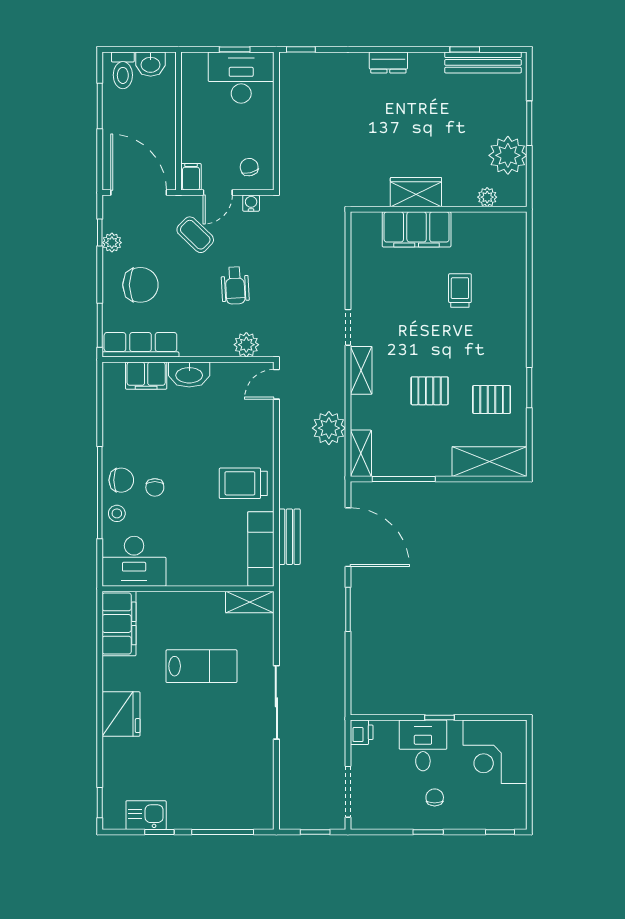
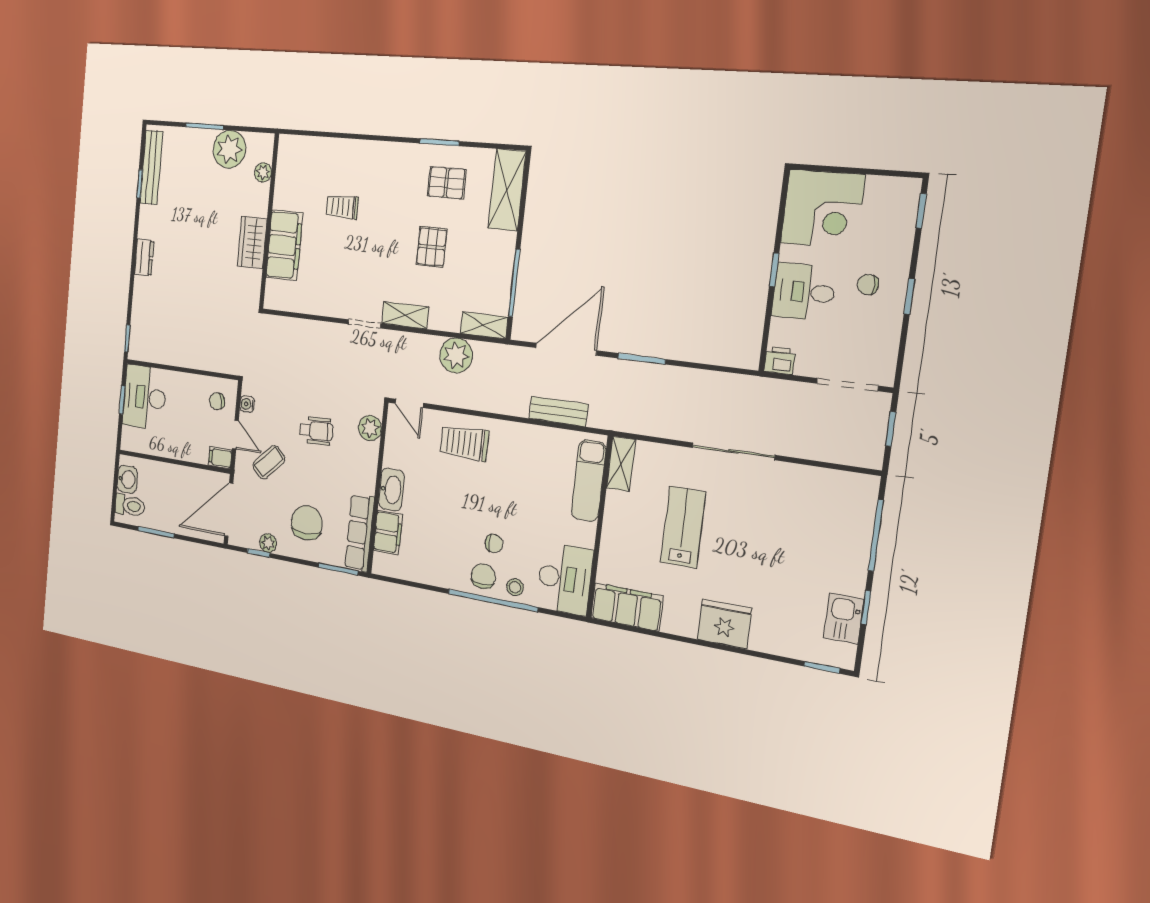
pallet: (492, 399) -> (447, 183), turned 90
trolley: (243, 483) -> (464, 443), moved, turned 90
exam couch: (261, 549) -> (589, 481), moved, turned 90

